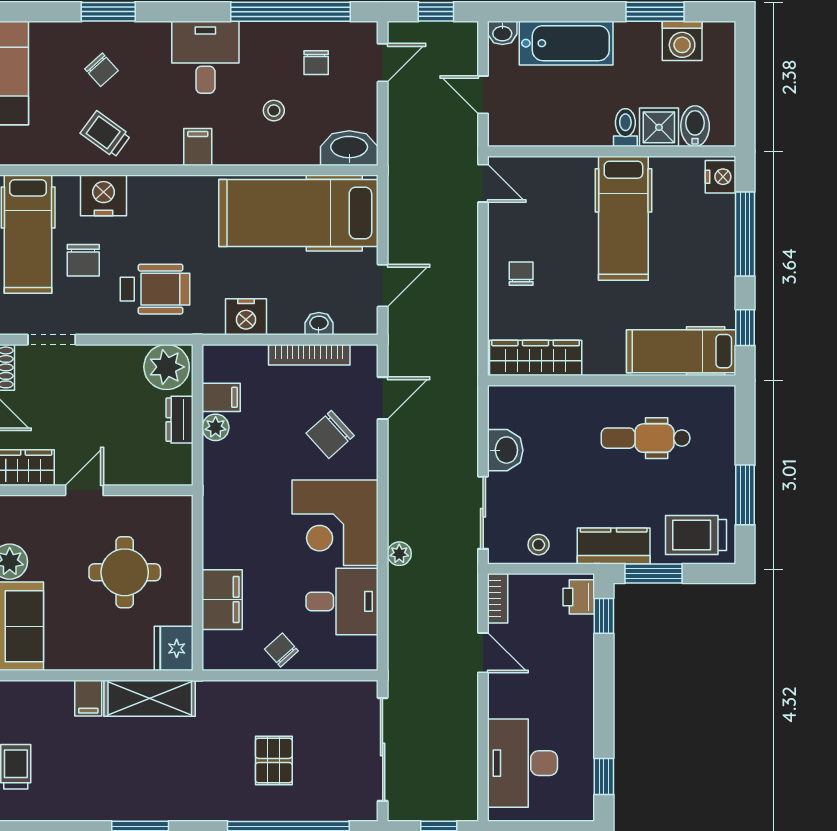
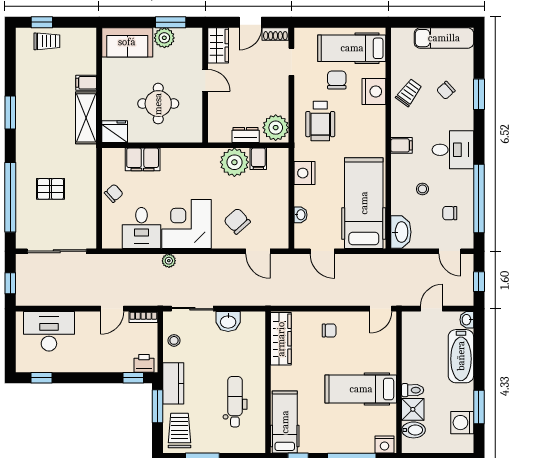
chair: (83, 260) -> (337, 80), turned 90
bookcase: (309, 355) -> (283, 209), removed
plant: (216, 427) -> (234, 162), width x1.87, depth x1.87

